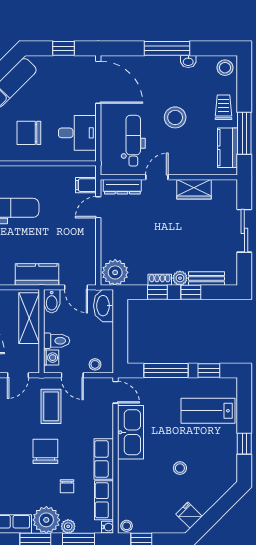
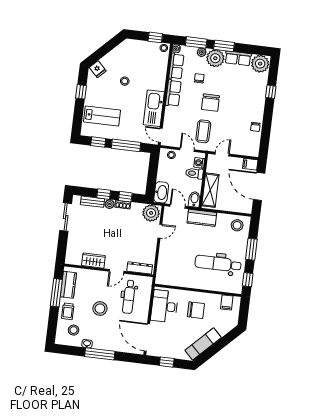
stool: (225, 68) -> (74, 330), moved
desk: (77, 133) -> (164, 306), width x1.37
filing cabinet: (86, 185) -> (163, 272), removed
door: (98, 207) -> (160, 231), moved
sliding door: (244, 231) -> (66, 217), moved
fridge: (189, 515) -> (98, 69), moved

